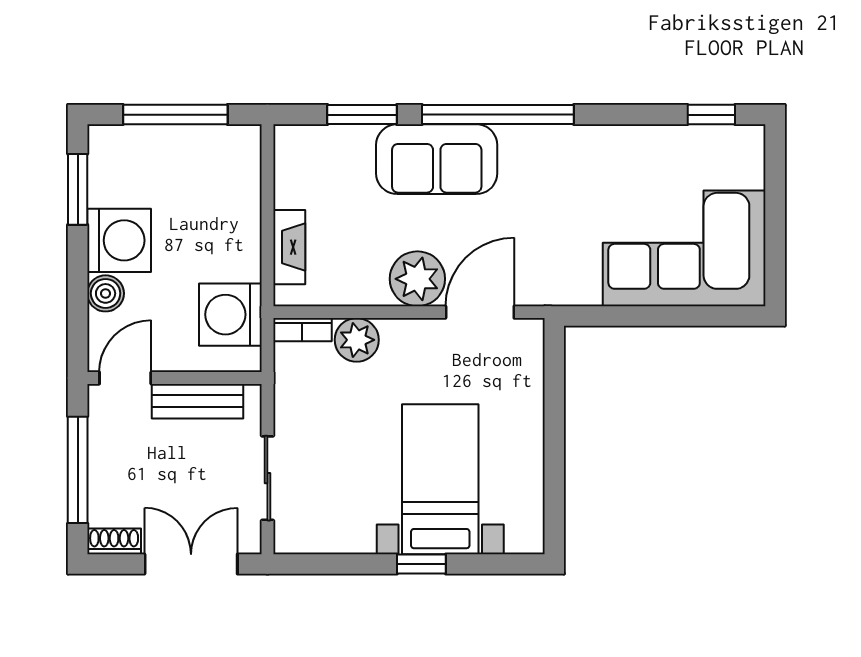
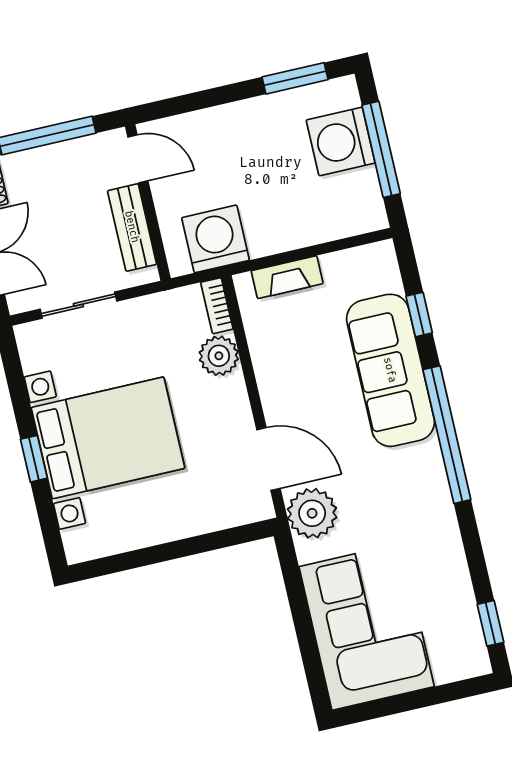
window: (362, 115) -> (419, 315), width x0.67
sofa: (437, 159) -> (390, 370), width x1.36
washing machine: (119, 240) -> (341, 141), moved, turned 90
plant: (417, 279) -> (312, 513), moved
boiler: (106, 293) -> (209, 124), removed
bed with nightstands: (440, 479) -> (108, 438), width x1.36

